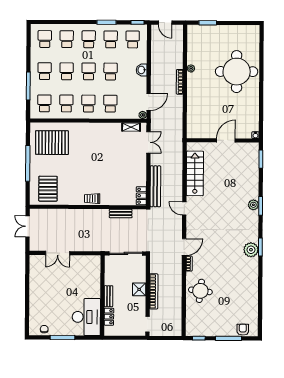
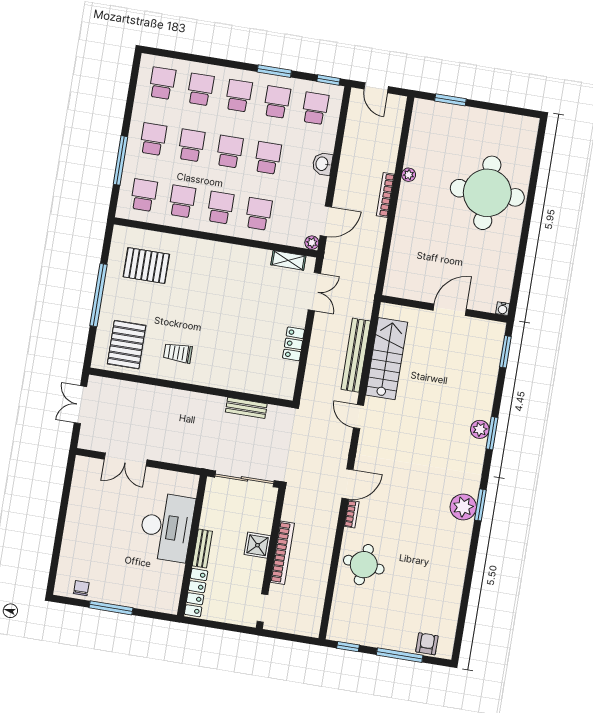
pallet: (52, 143) -> (146, 266), width x0.73, depth x0.71
bench: (155, 186) -> (356, 355), moved
locker: (141, 196) -> (294, 344), moved
trolley: (92, 199) -> (178, 353), moved
desk: (86, 317) -> (167, 527), moved
locker: (109, 317) -> (196, 593), width x1.53

